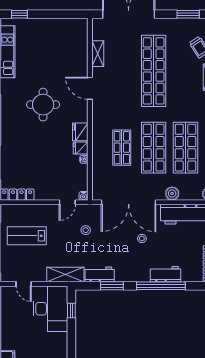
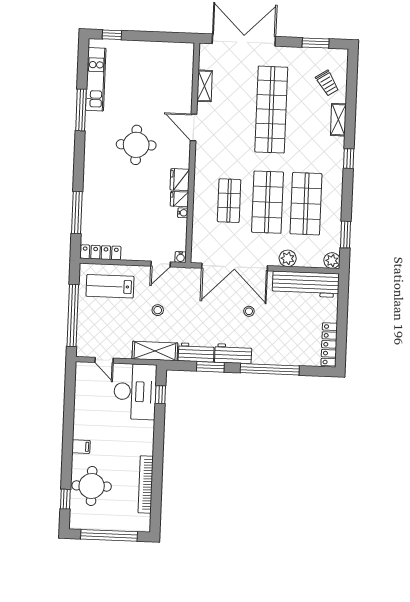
stool: (86, 230) -> (158, 310), moved
lab bench: (27, 236) -> (110, 286), moved
workbench: (165, 274) -> (233, 354), moved

